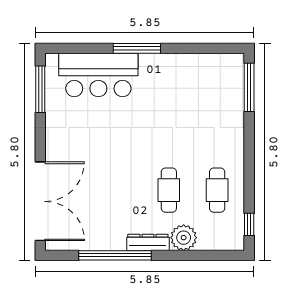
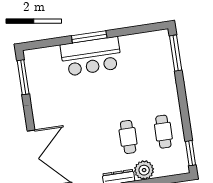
bar counter: (98, 75) -> (91, 56), moved
window: (249, 224) -> (191, 153), width x1.50

